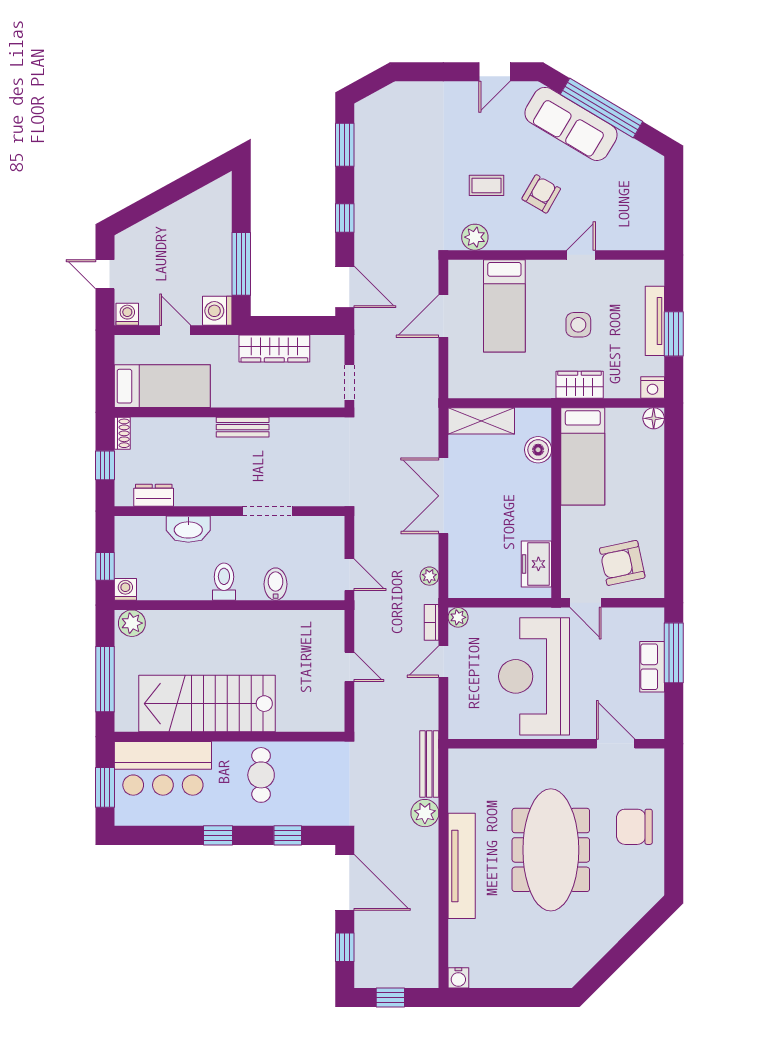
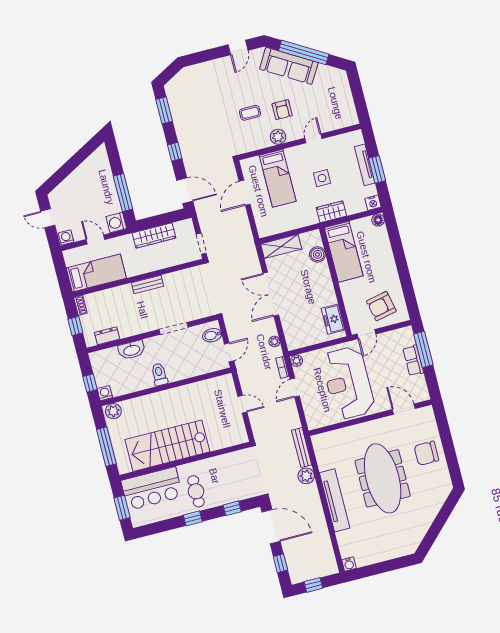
armchair: (541, 194) -> (282, 110), turned 150
plant: (475, 237) -> (278, 137), moved
door: (349, 575) -> (229, 352), hinge flipped
bidet: (276, 584) -> (212, 335), moved, turned -90
door: (585, 603) -> (366, 334), hinge flipped
cafe table: (261, 775) -> (196, 491), moved

